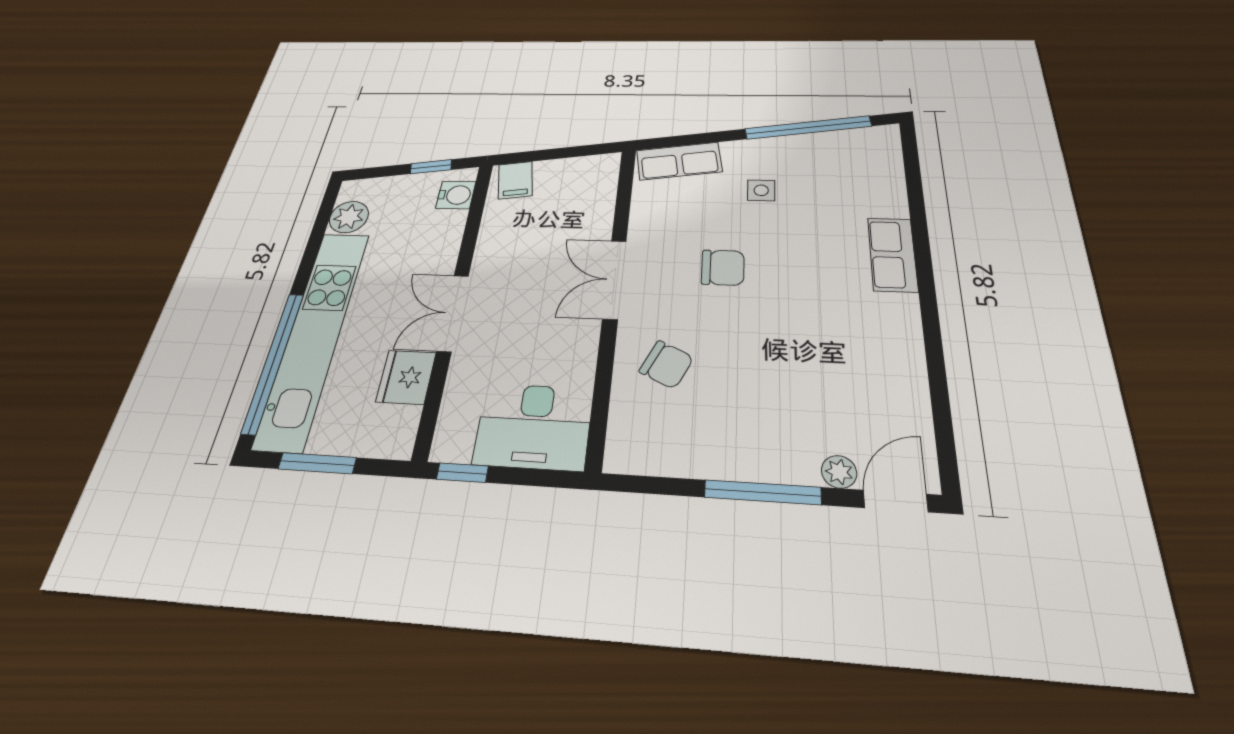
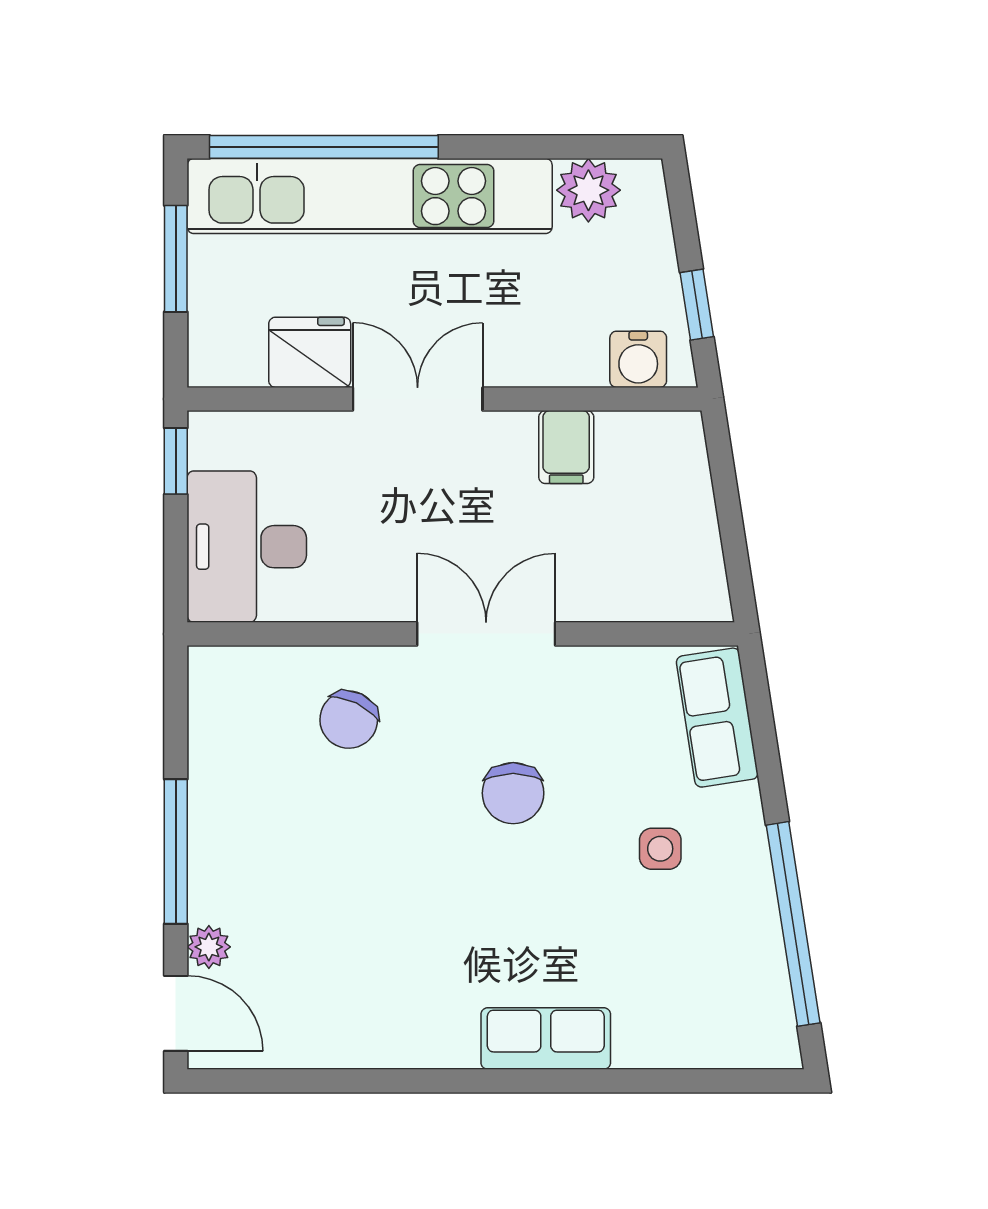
filing cabinet: (515, 180) -> (566, 447), moved, turned -81

